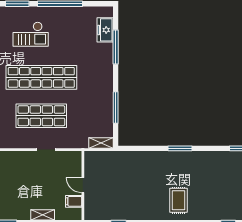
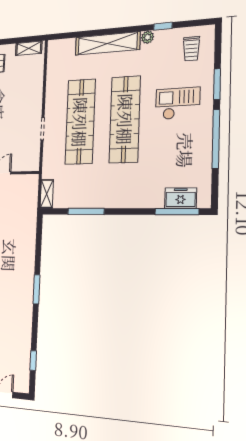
checkout: (31, 34) -> (178, 103), turned 90
window: (116, 47) -> (177, 212), moved
shop shelf: (41, 116) -> (80, 122), width x1.40

